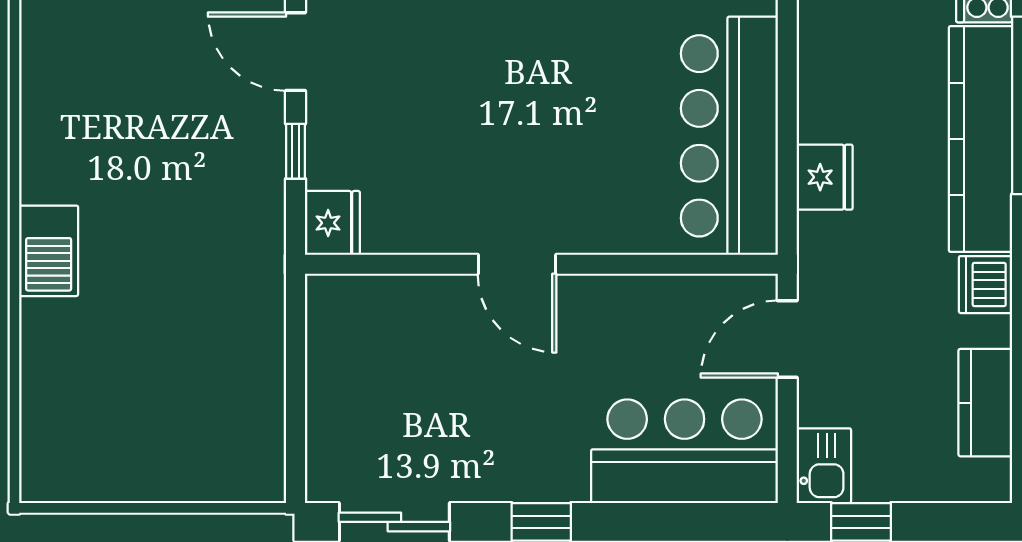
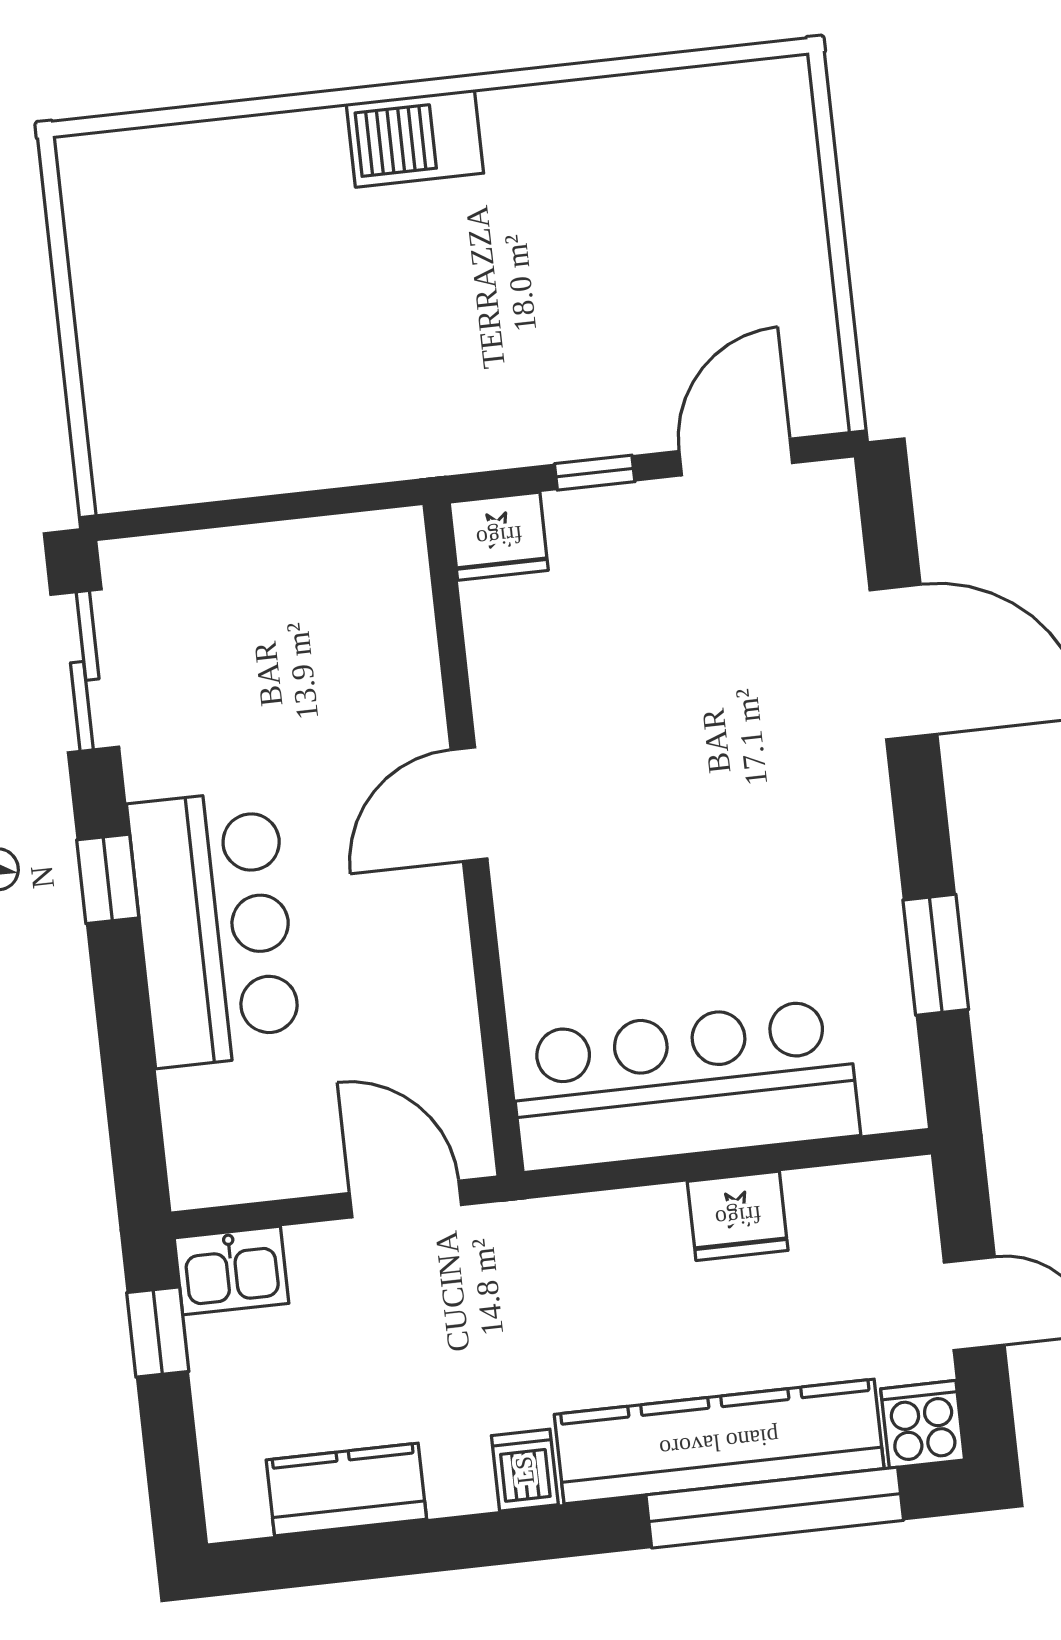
fridge: (825, 177) -> (738, 1216), moved
dishwasher: (985, 285) -> (525, 1470), width x0.73
bar counter: (685, 451) -> (214, 928), moved

